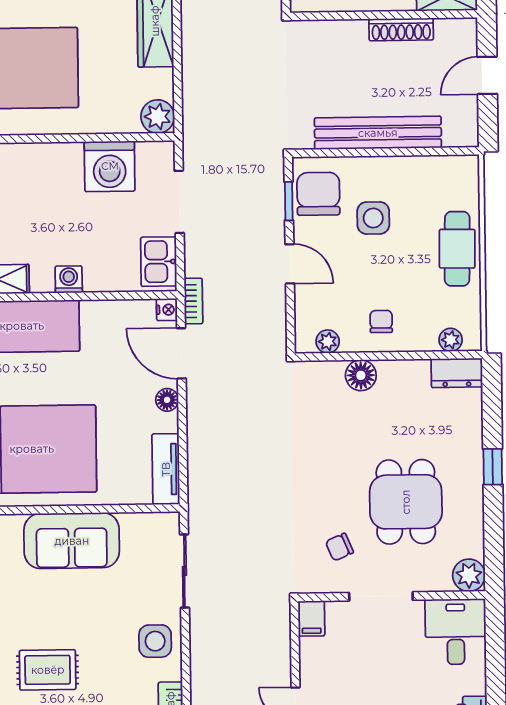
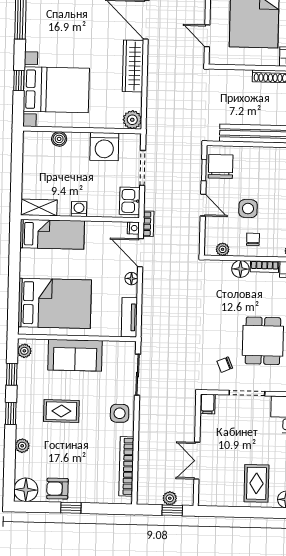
boiler: (28, 156) -> (59, 139), added
side table: (373, 218) -> (248, 209), moved
bookcase: (404, 369) -> (265, 267), added
rug: (48, 670) -> (61, 411), moved

